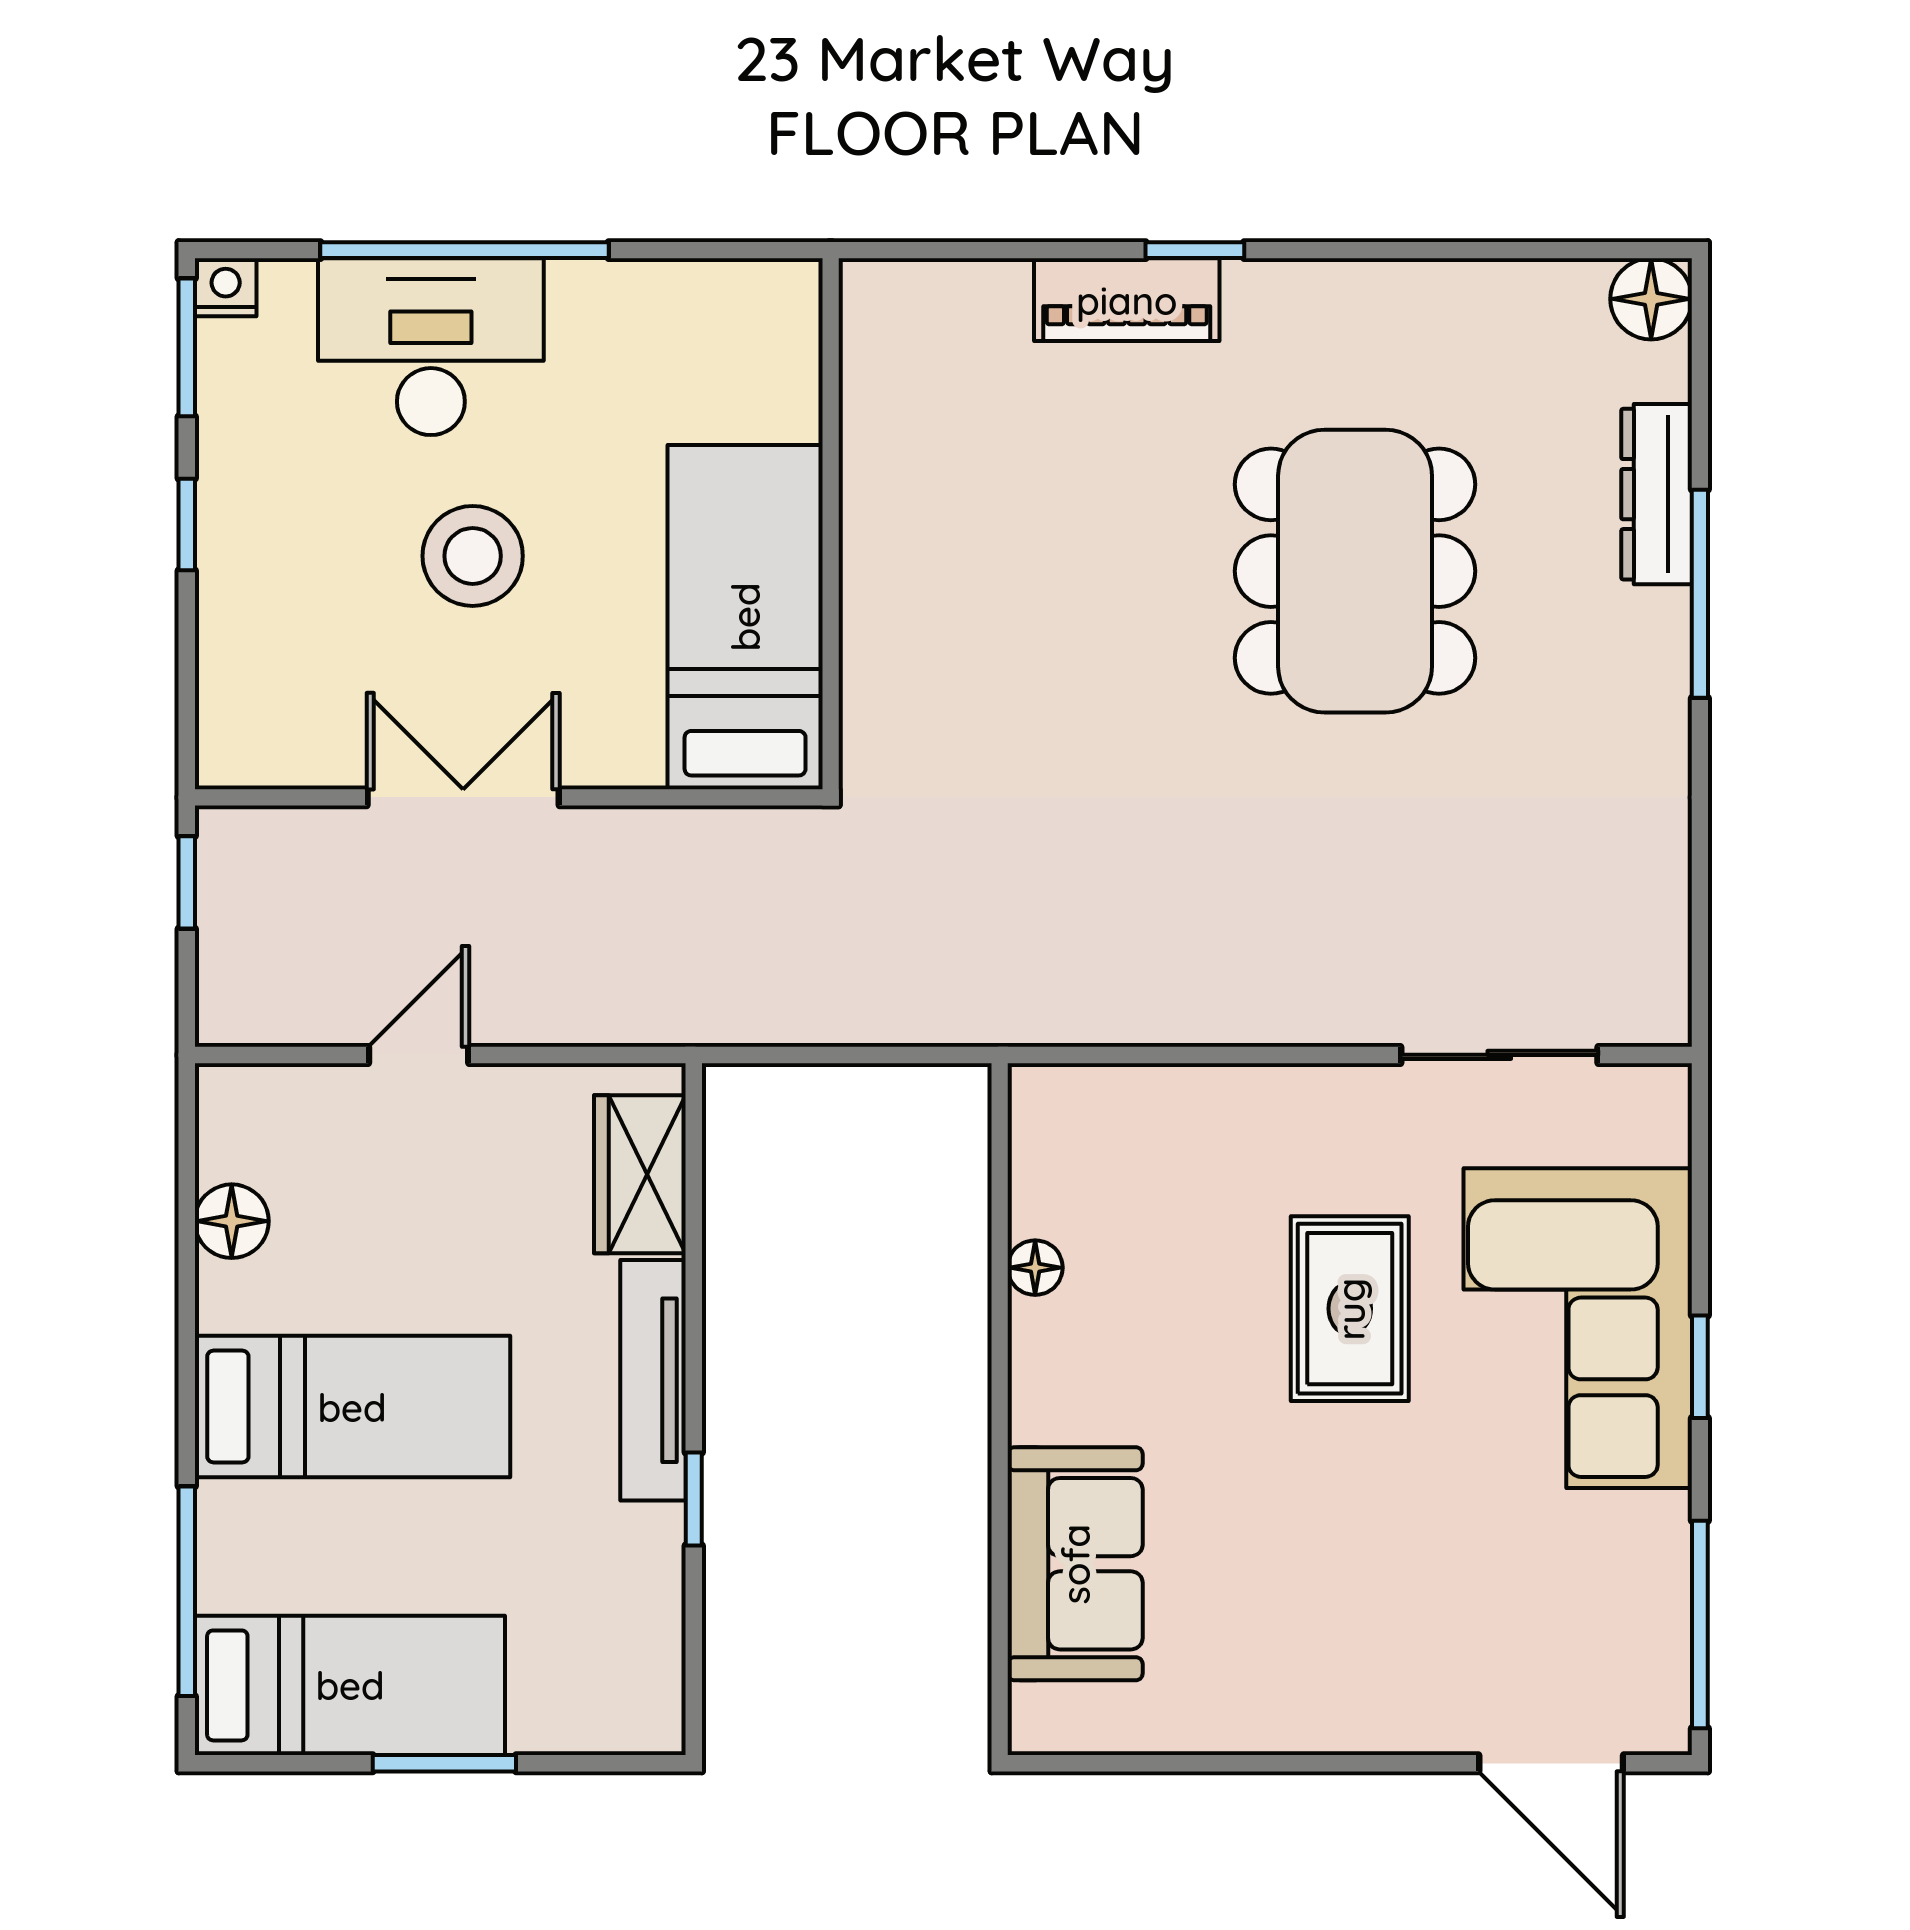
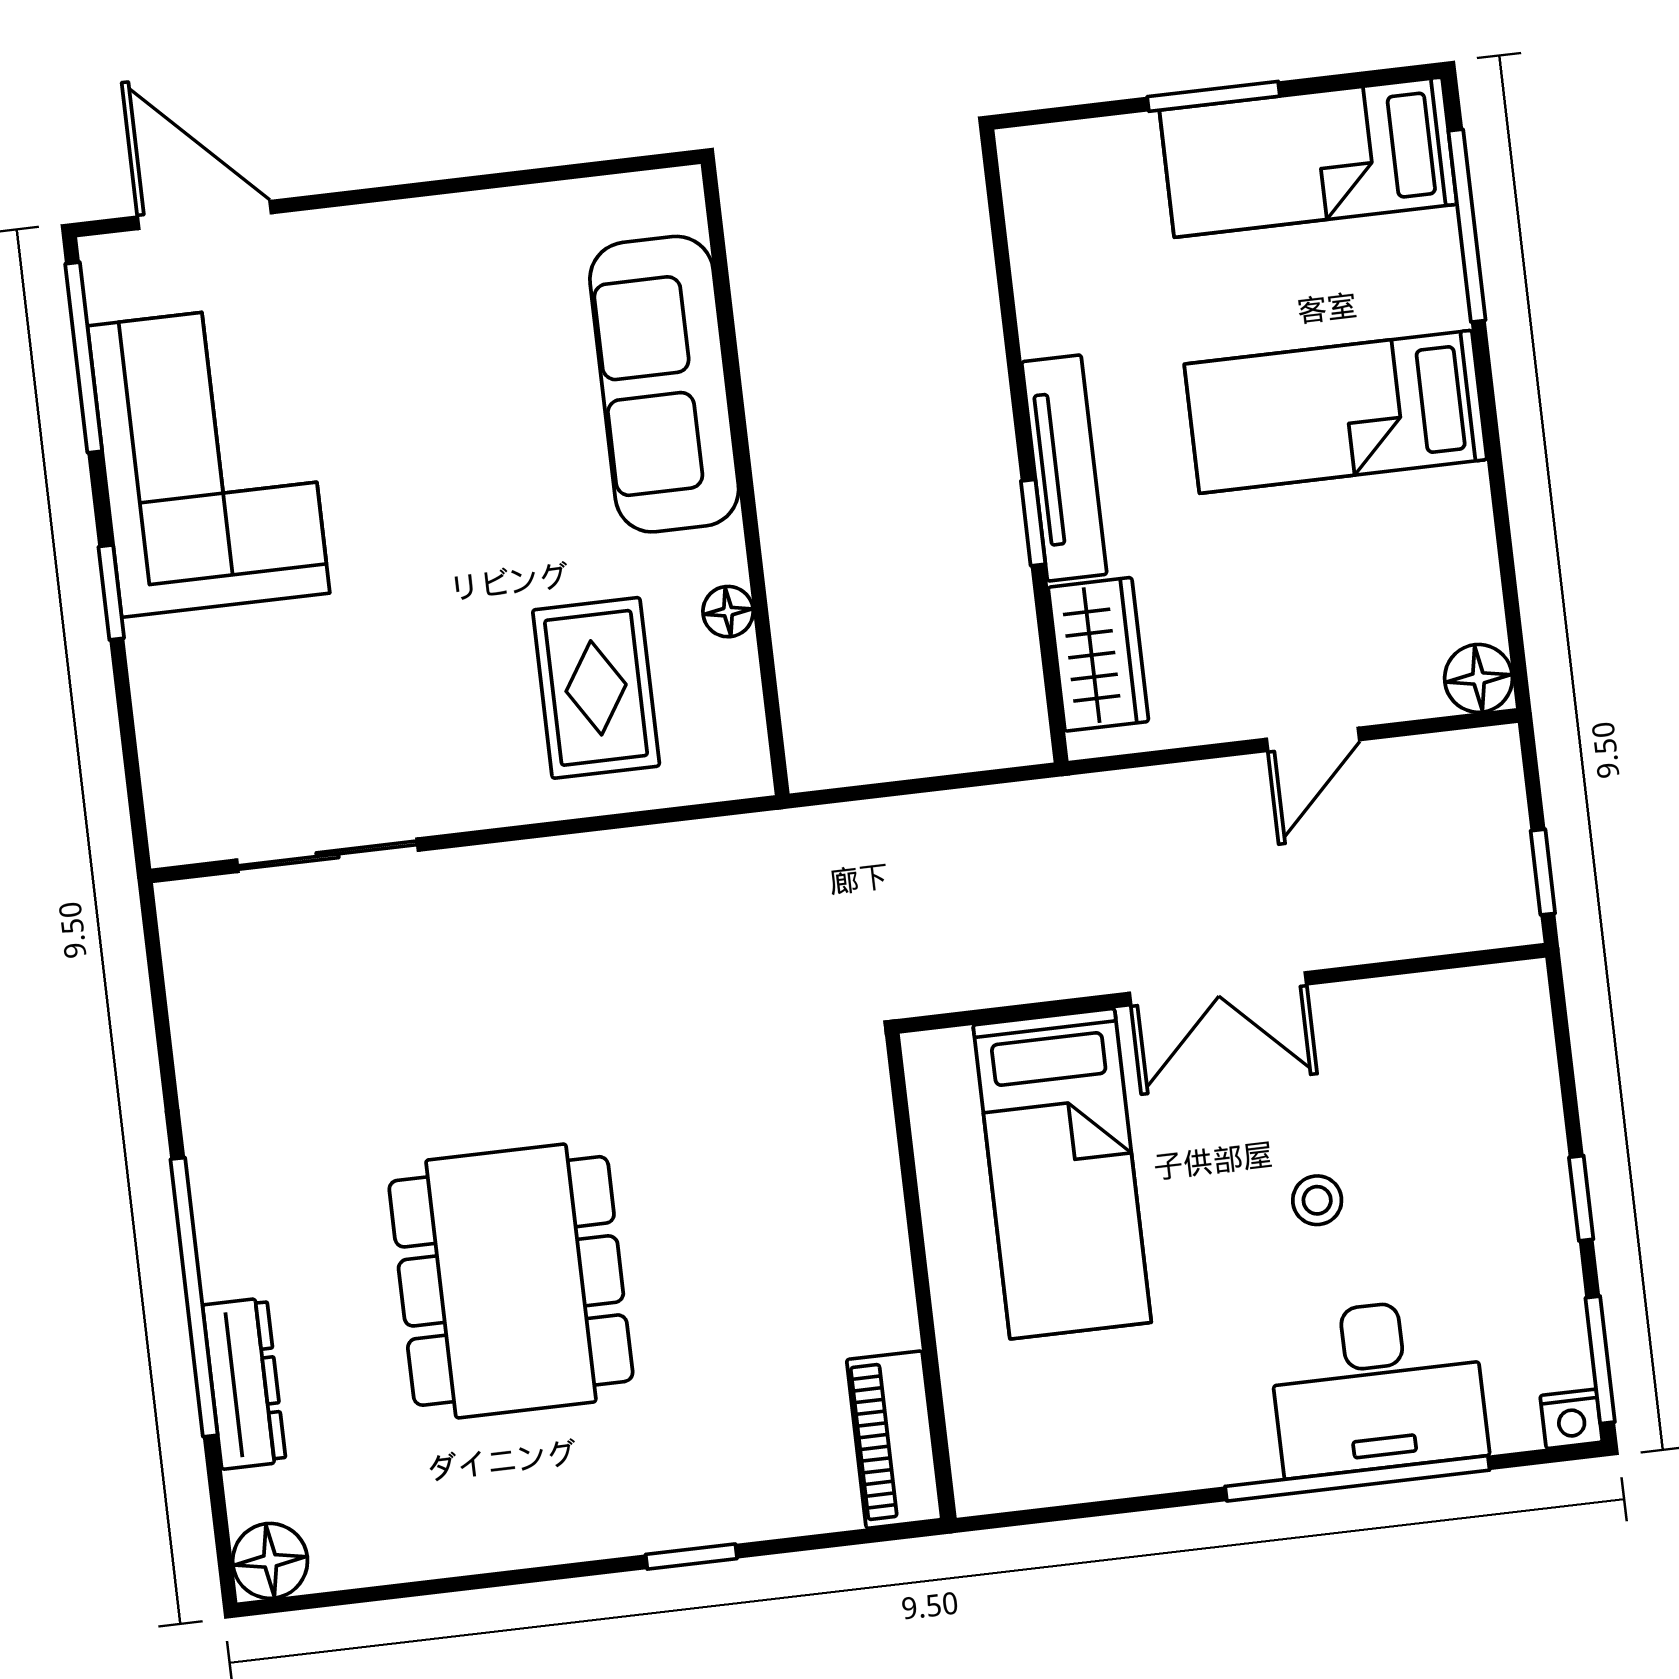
piano: (1127, 300) -> (894, 1440), moved, turned -90
wall: (831, 524) -> (921, 1277), moved
stool: (473, 556) -> (1317, 1200), width x0.53, depth x0.53
window: (1700, 594) -> (194, 1297), width x1.46
double door: (463, 797) -> (1218, 989), moved
floor lamp: (232, 1221) -> (1479, 678), moved
rug: (1350, 1309) -> (596, 688), moved
corner sofa: (1578, 1328) -> (209, 459), moved
window: (694, 1499) -> (1033, 523), moved
sofa: (1075, 1564) -> (664, 384), width x1.36

